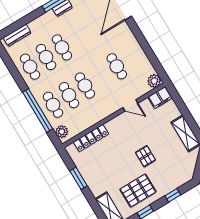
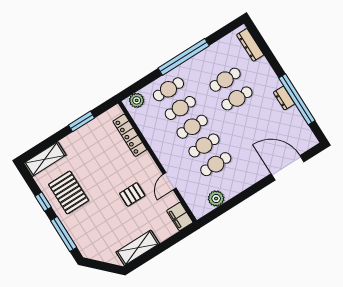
cafe table: (30, 67) -> (204, 145), moved
plant: (154, 81) -> (216, 199), moved
window: (38, 111) -> (184, 57), moved
pallet: (146, 156) -> (132, 194), moved
window: (173, 195) -> (64, 234), width x2.17

